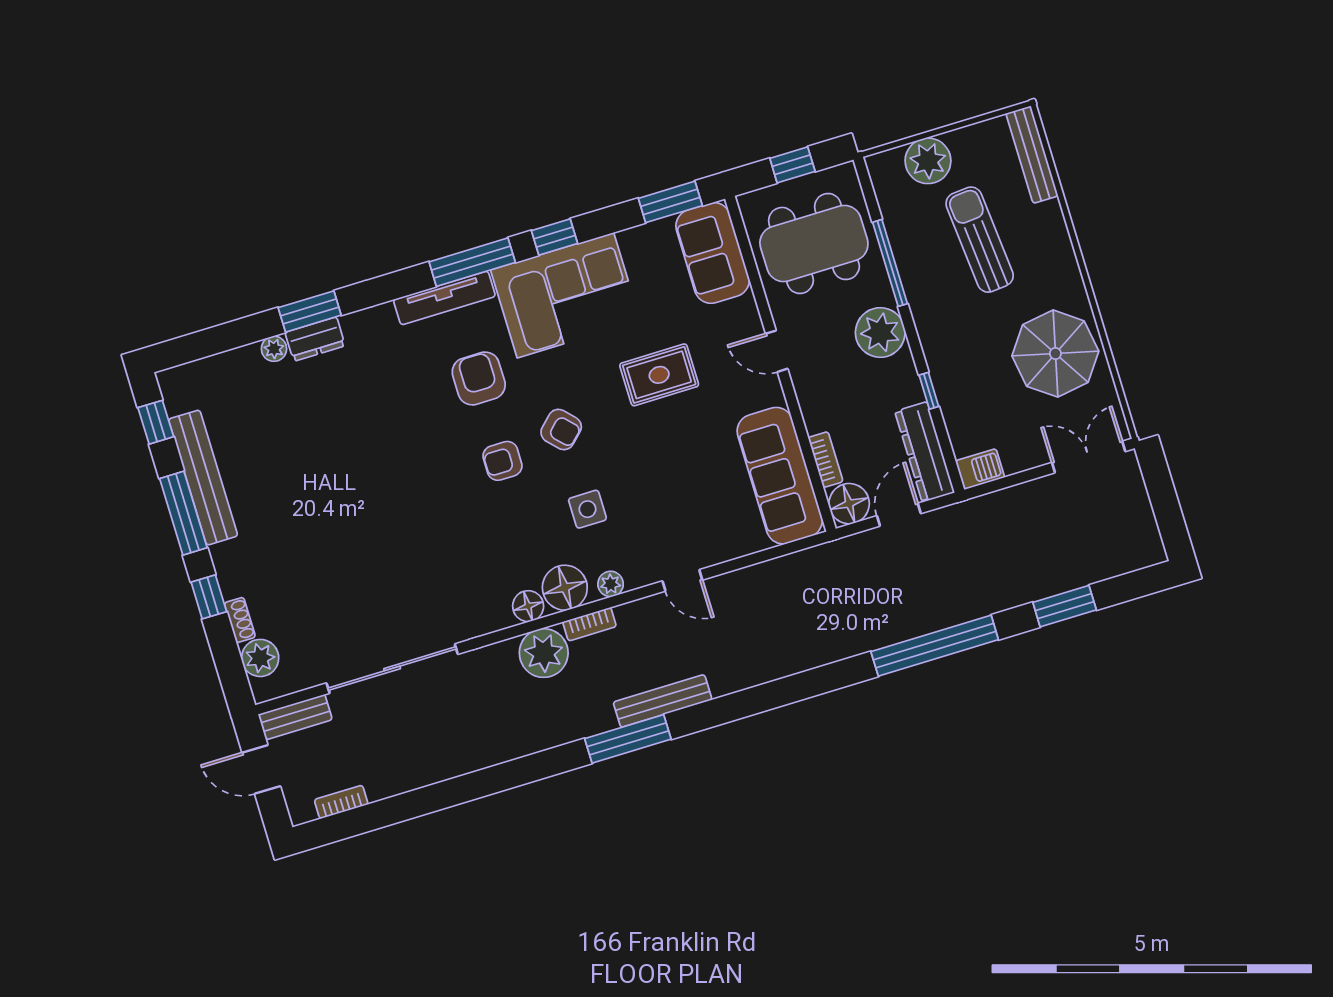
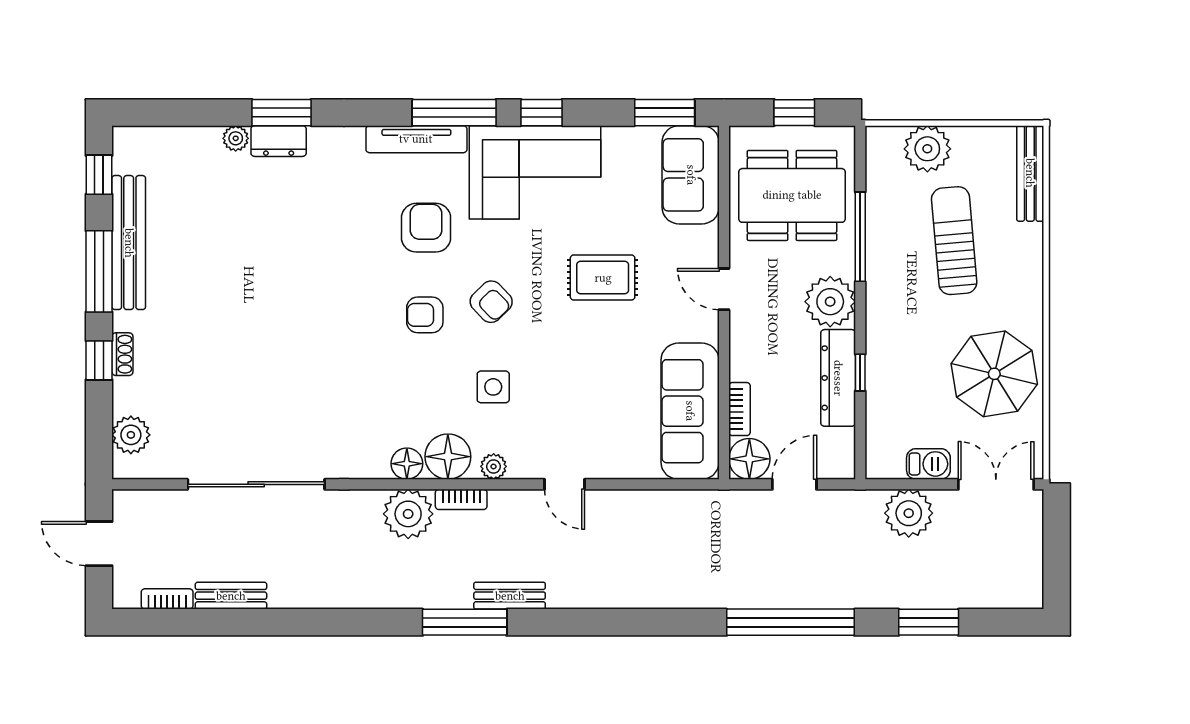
dresser: (925, 452) -> (838, 378), moved
barbecue: (980, 469) -> (928, 464), moved
plant: (1015, 509) -> (909, 513), added
shoe rack: (240, 620) -> (122, 354), moved
bench: (663, 701) -> (510, 596), width x0.73
bench: (295, 717) -> (231, 596), moved

